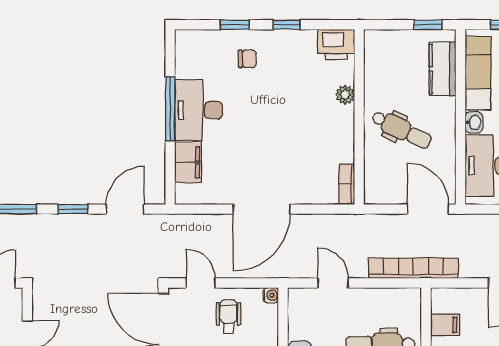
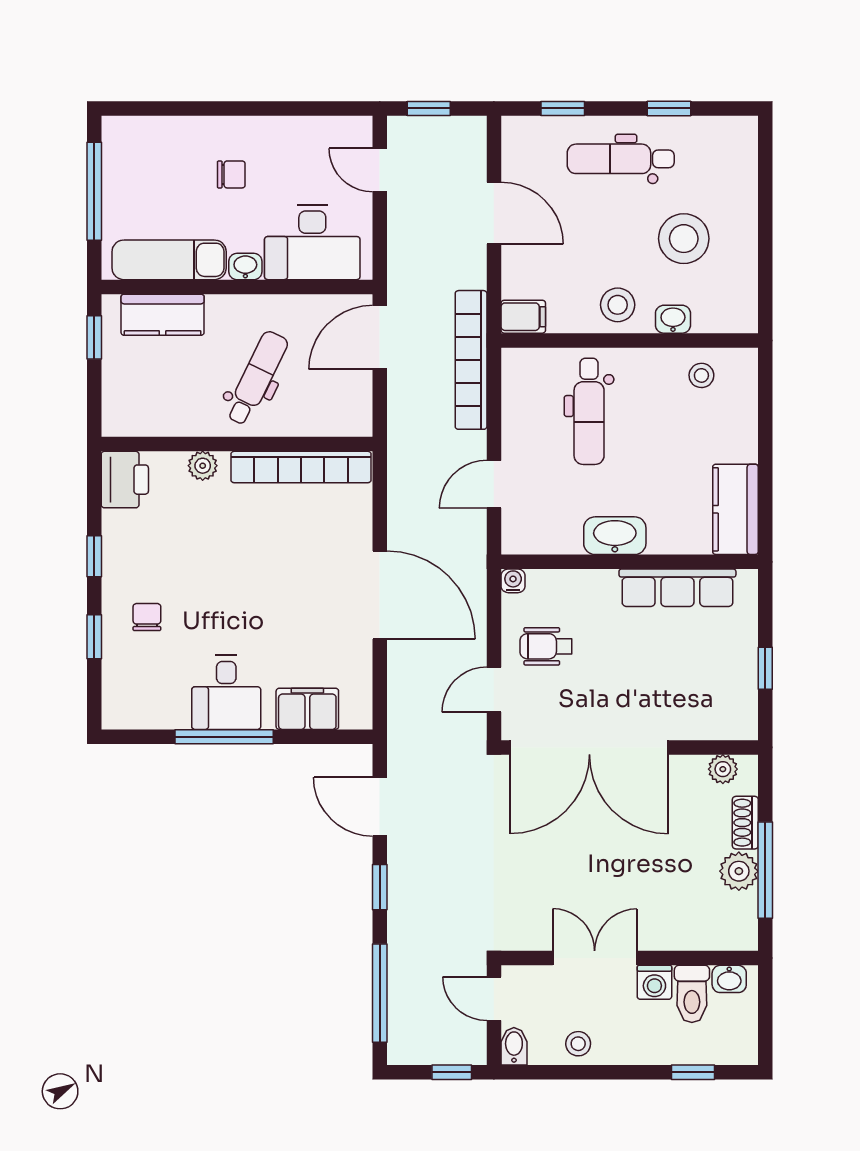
desk: (199, 110) -> (226, 693), width x0.73
bookcase: (347, 184) -> (301, 467), width x2.31, depth x1.31
filing cabinet: (445, 325) -> (523, 317), moved, turned 90

